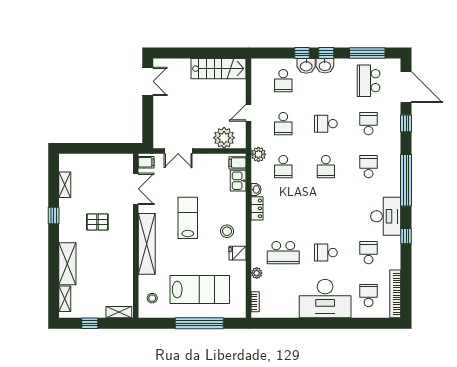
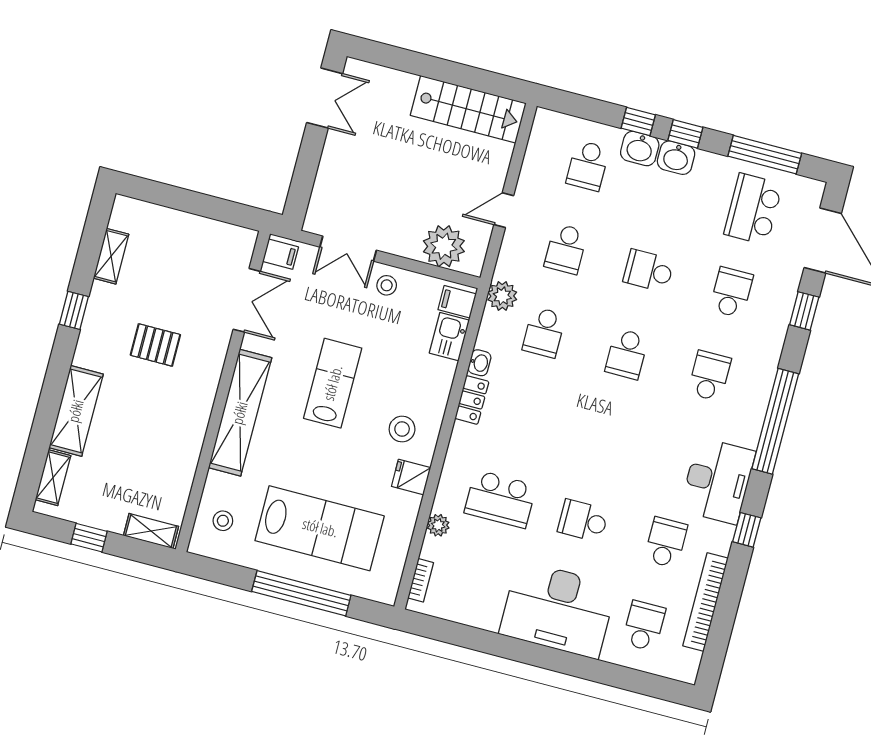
stool: (201, 164) -> (387, 285), added
bookcase: (395, 294) -> (706, 602), moved

